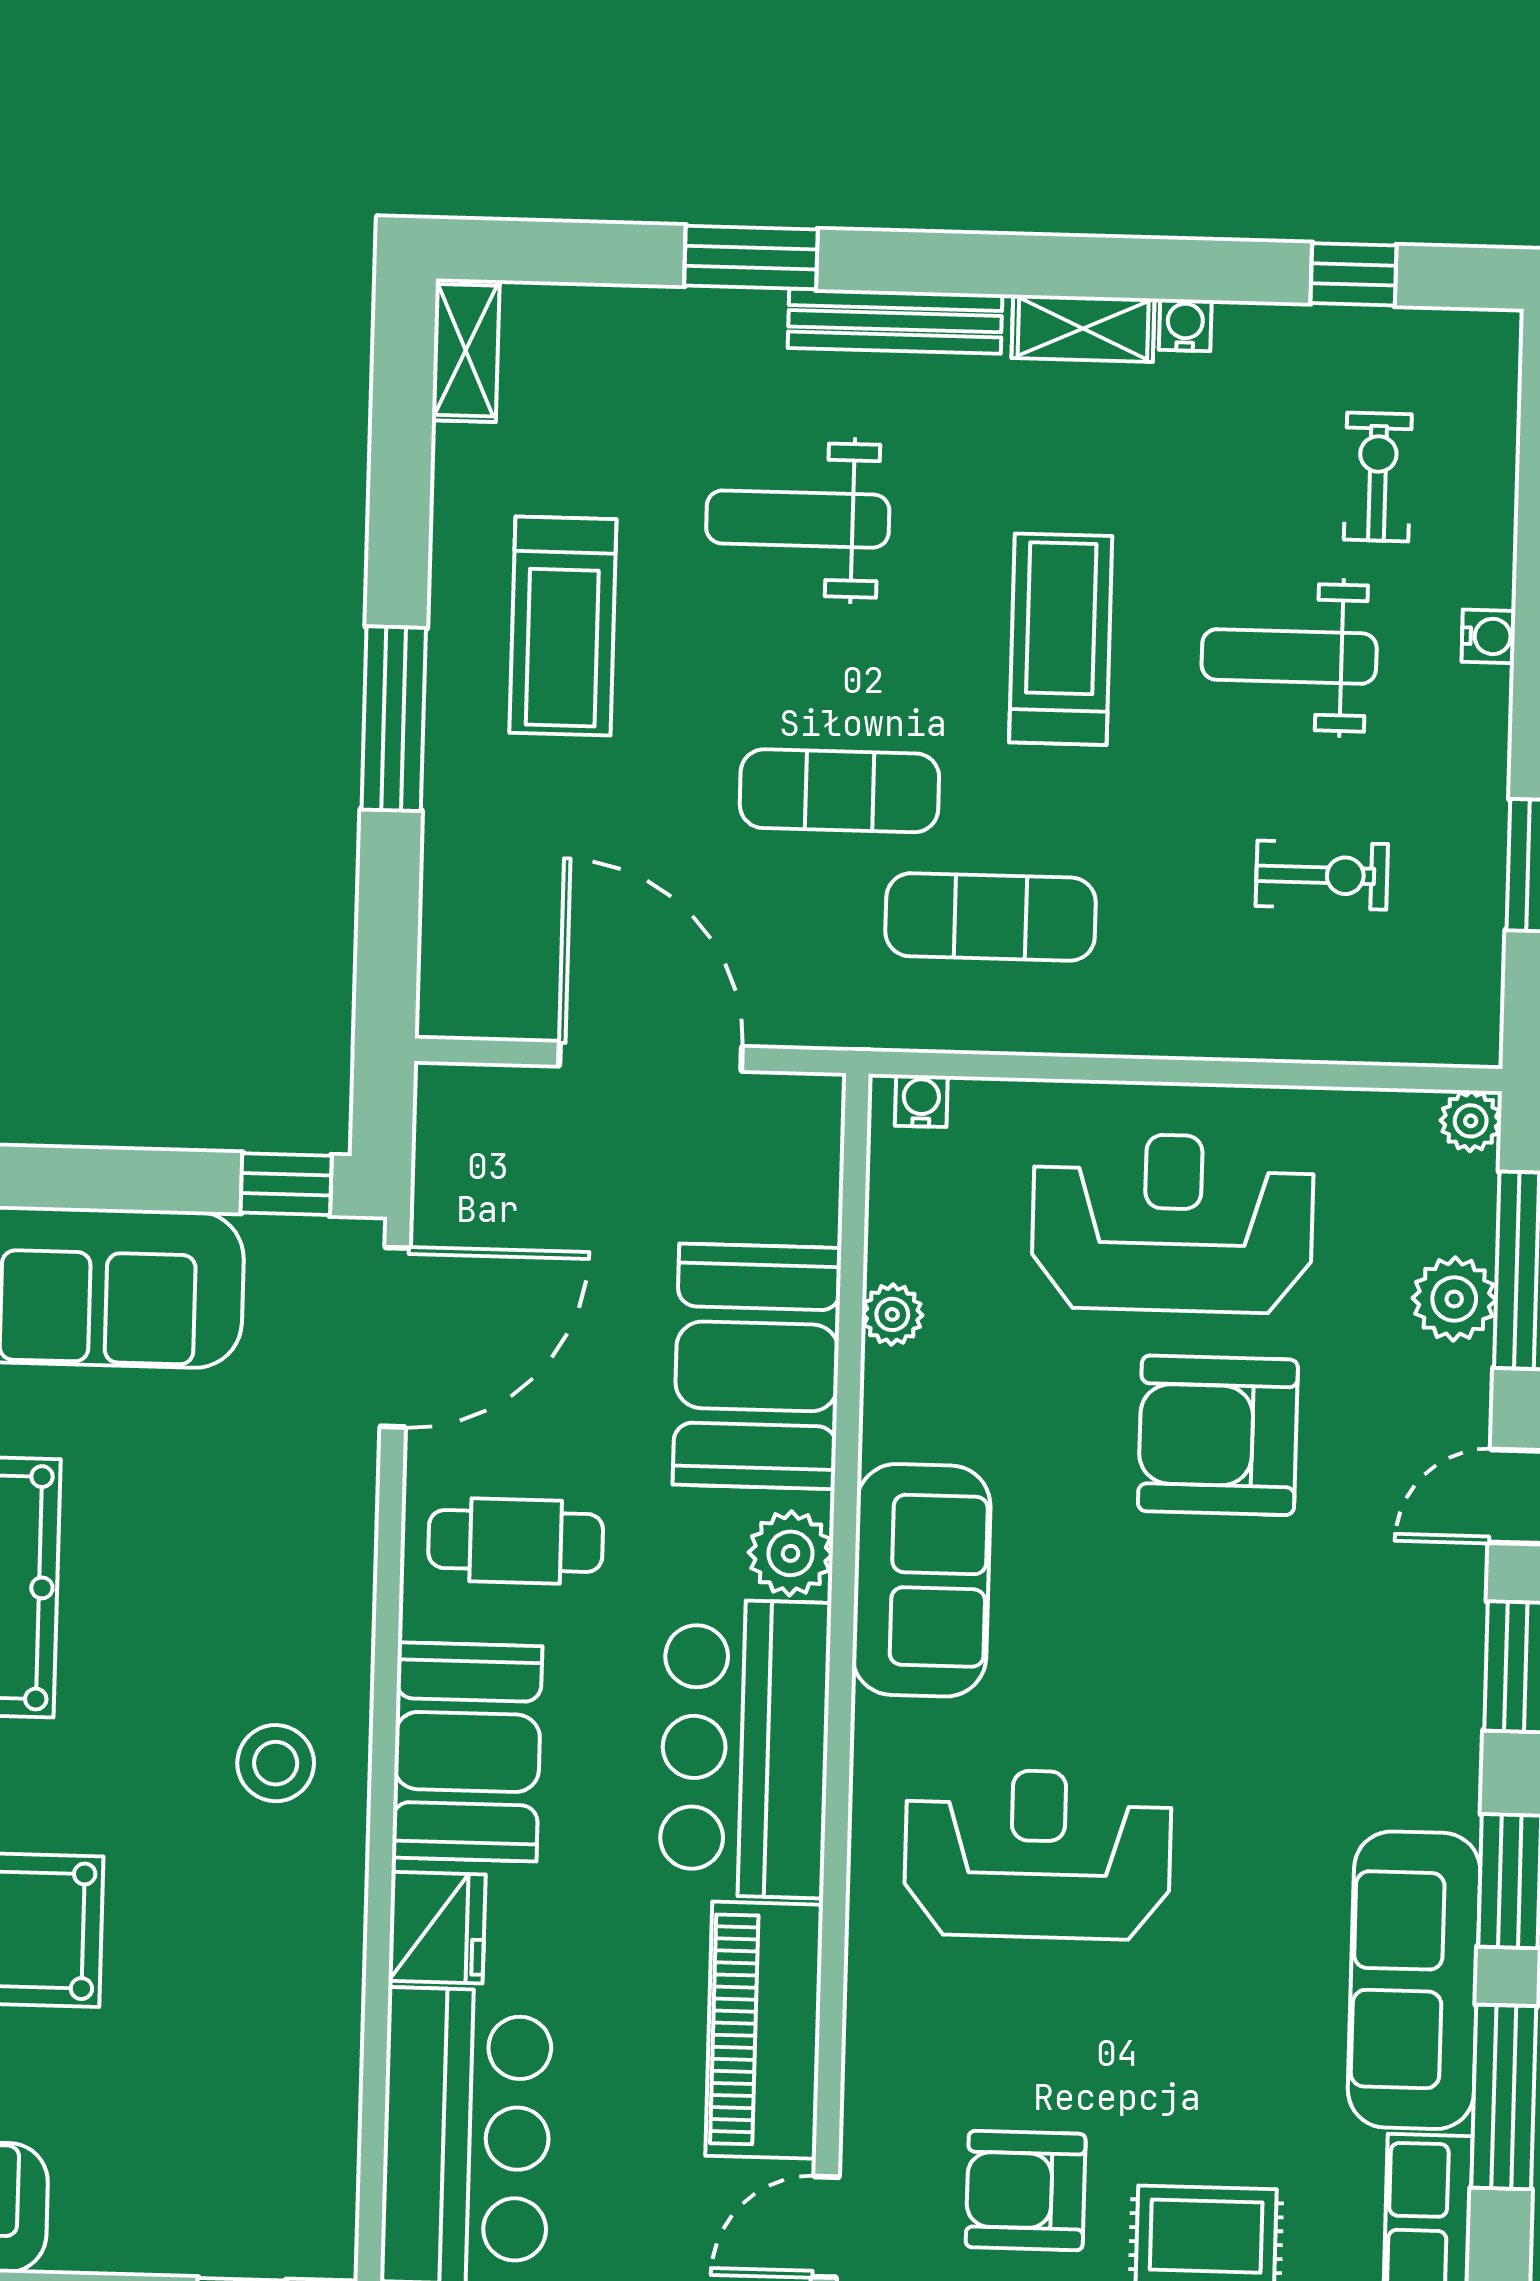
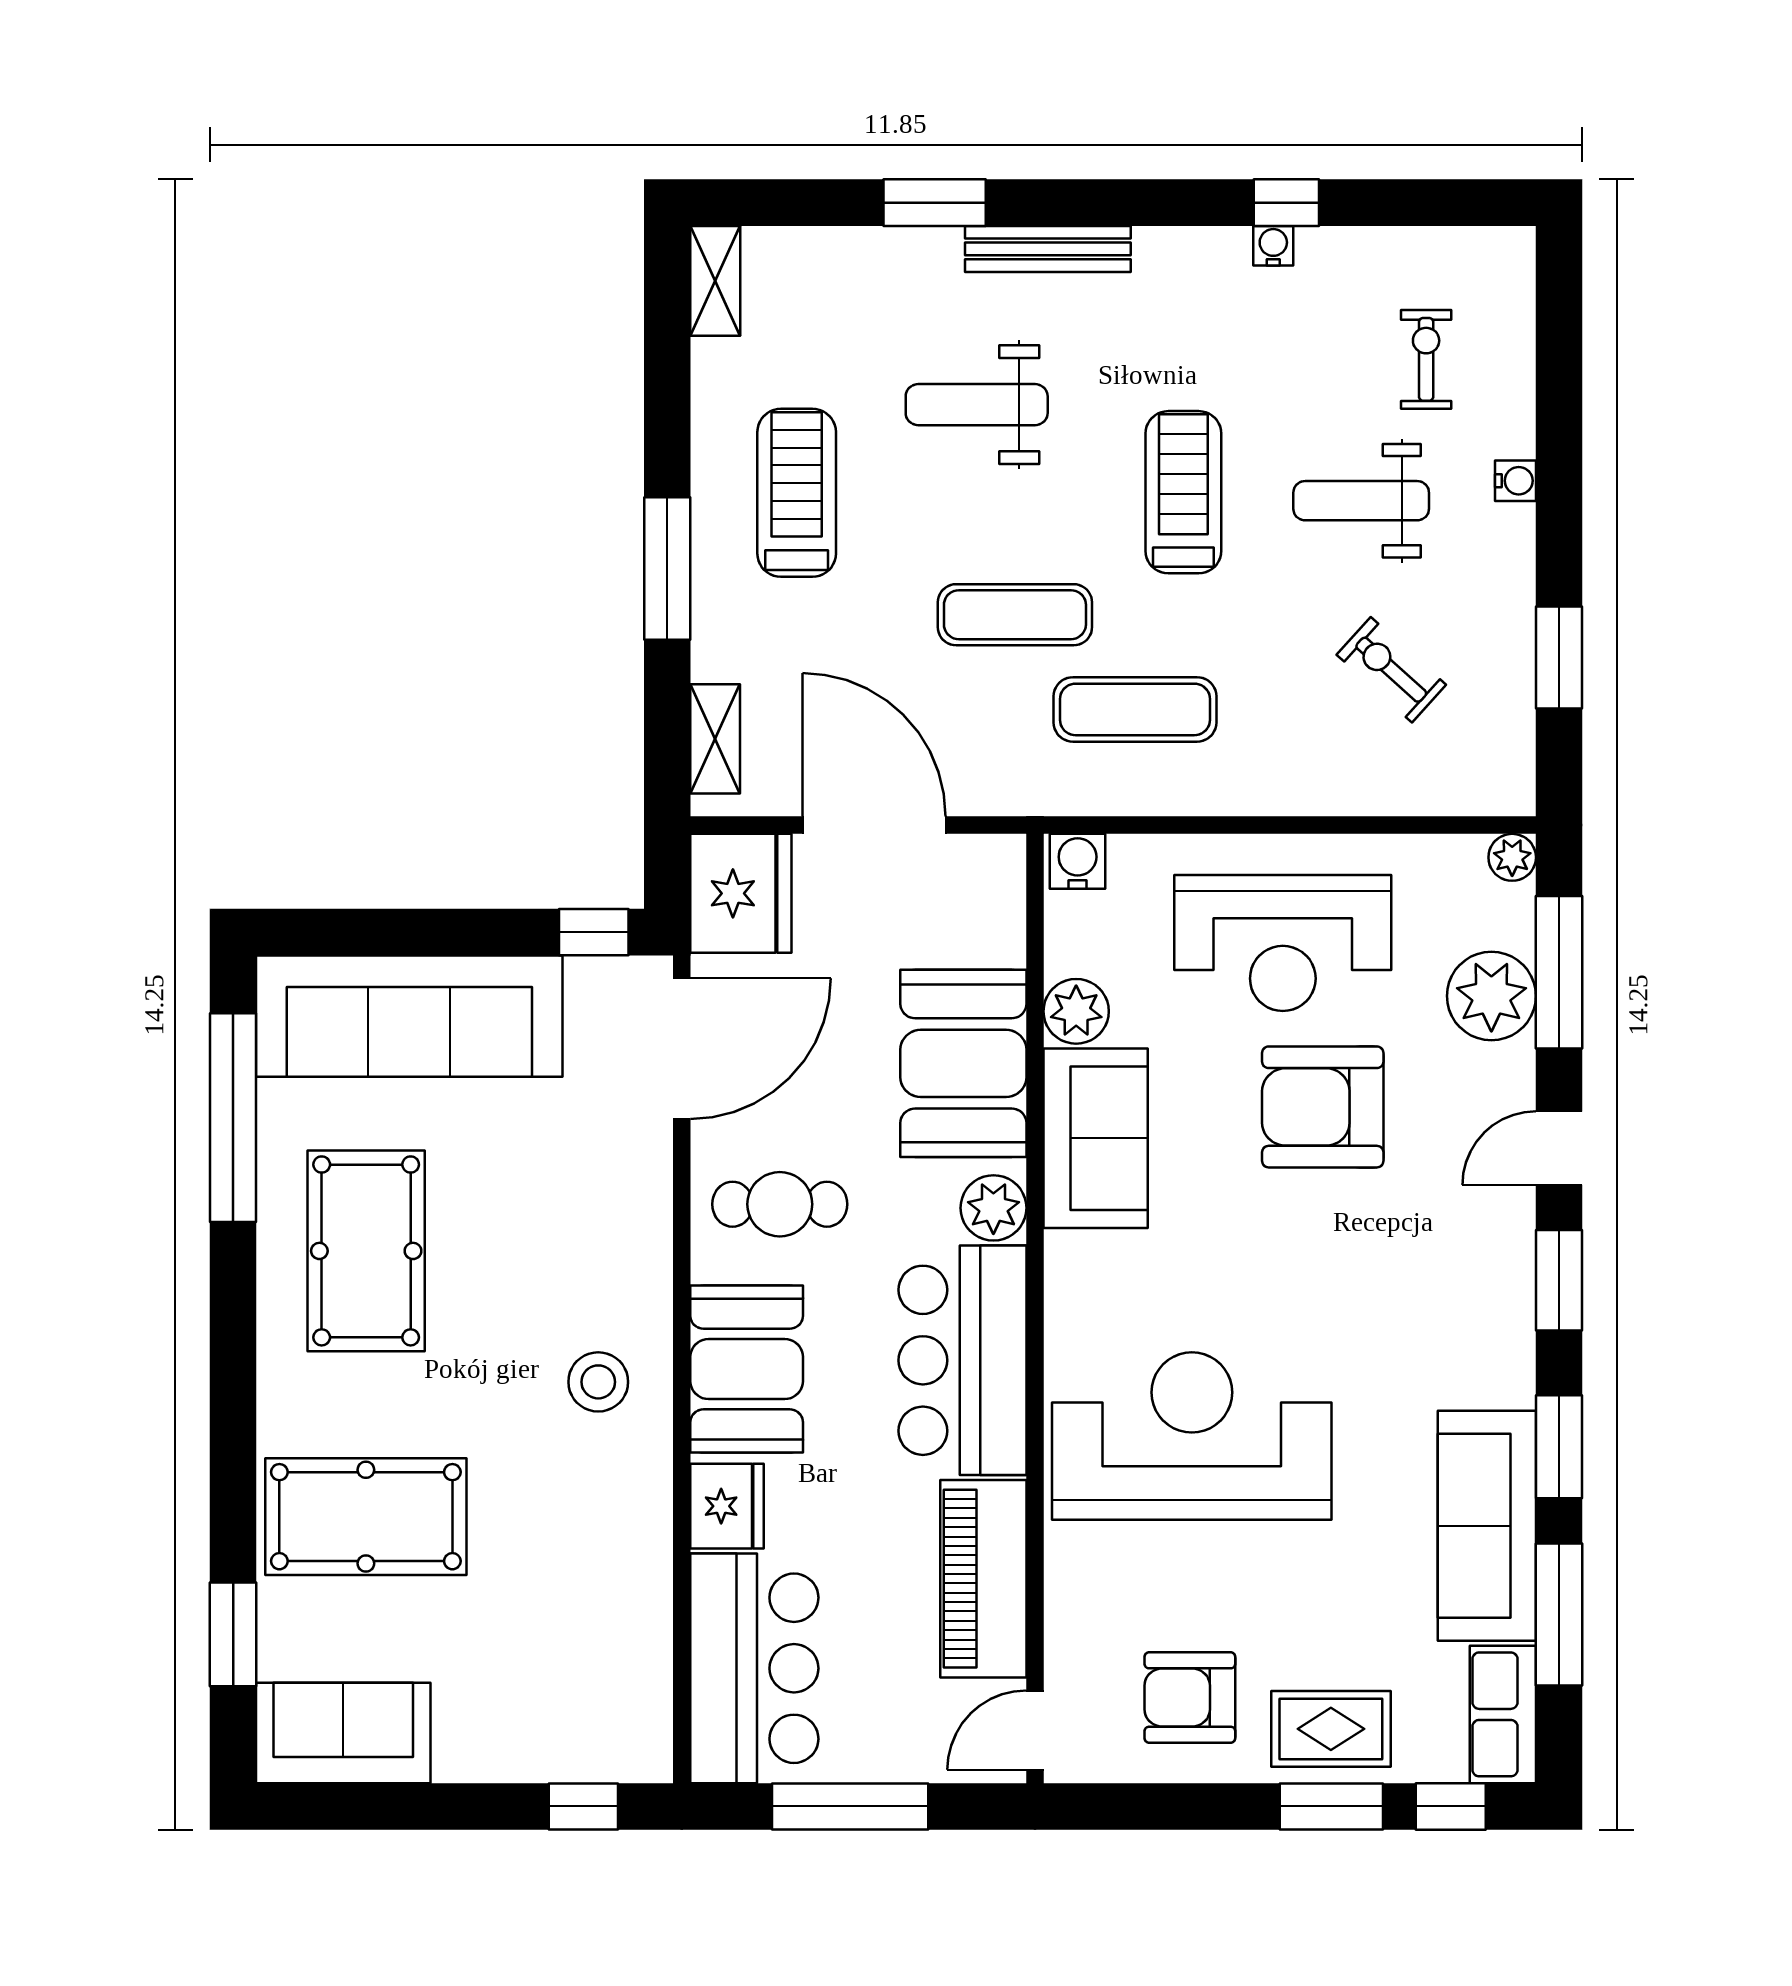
window: (1354, 274) -> (1286, 203), moved
shelving: (1083, 328) -> (715, 739), moved, turned 90
treadmill: (563, 626) -> (797, 493), turned 180
exercise bike: (1322, 875) -> (1391, 670), turned -138
water cooler: (921, 1101) -> (1078, 861), width x1.38, depth x1.38
fridge: (477, 1139) -> (741, 893), added
reception desk: (1172, 1223) -> (1283, 943), turned 180
plant: (1454, 1299) -> (1491, 996), width x1.36, depth x1.36
plant: (892, 1314) -> (1076, 1011), width x1.38, depth x1.38
sofa: (921, 1580) -> (1096, 1138), moved
reception desk: (1038, 1854) -> (1192, 1436), width x1.36, depth x1.30

